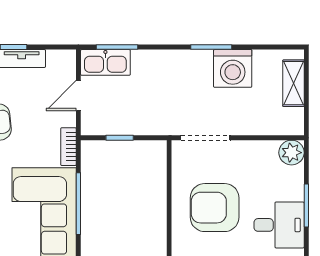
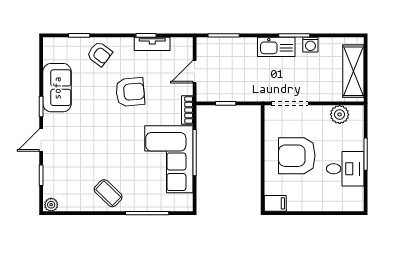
kitchen sink: (105, 62) -> (276, 47), moved
washing machine: (233, 68) -> (310, 45), width x0.53, depth x0.53
shelving: (293, 83) -> (353, 71), width x1.50, depth x1.33
plant: (292, 153) -> (340, 114), moved

